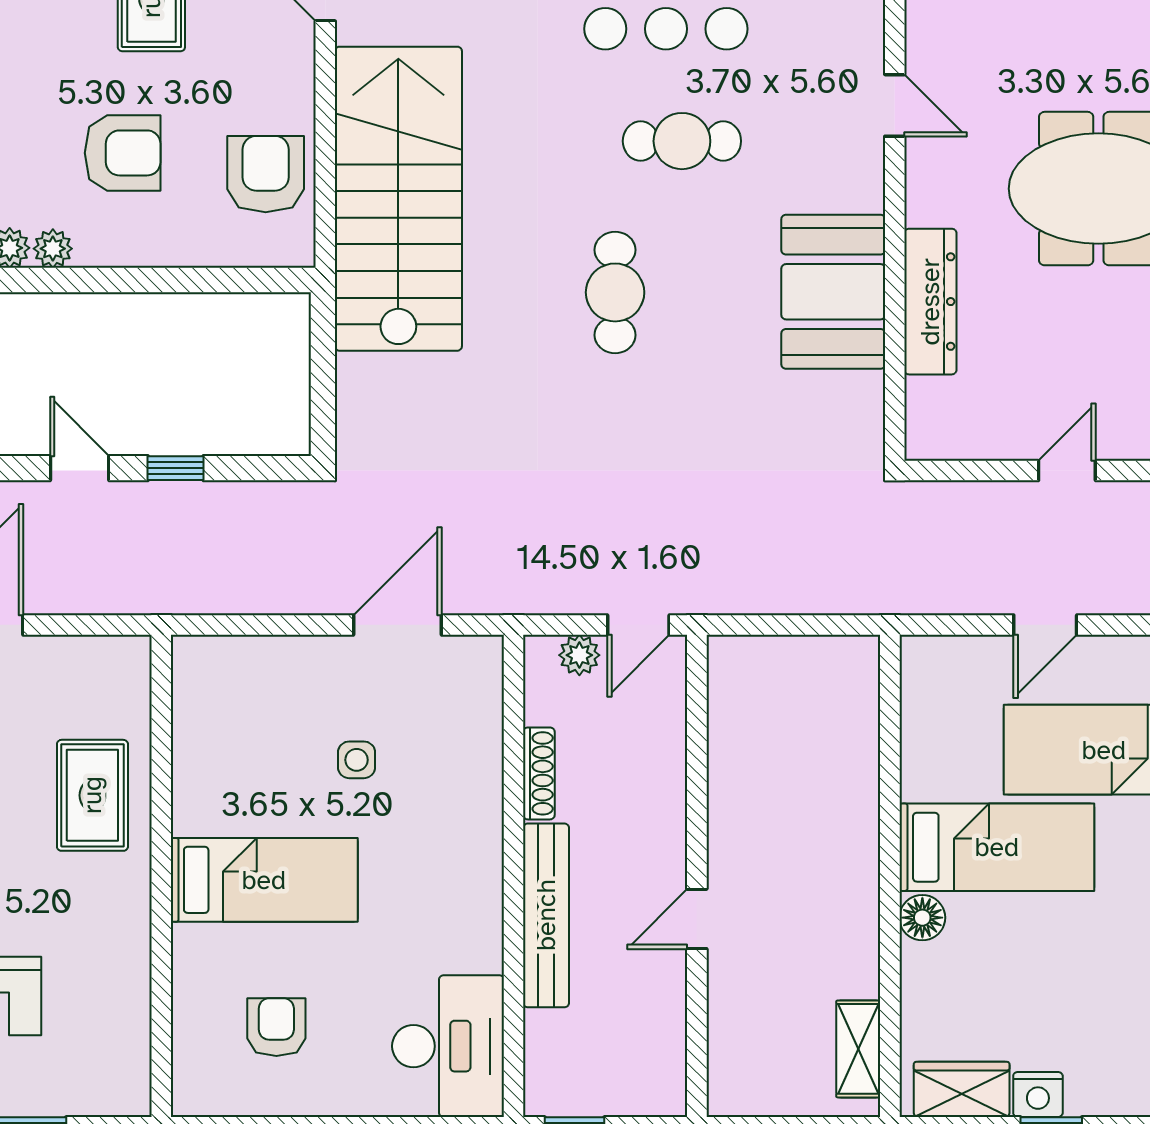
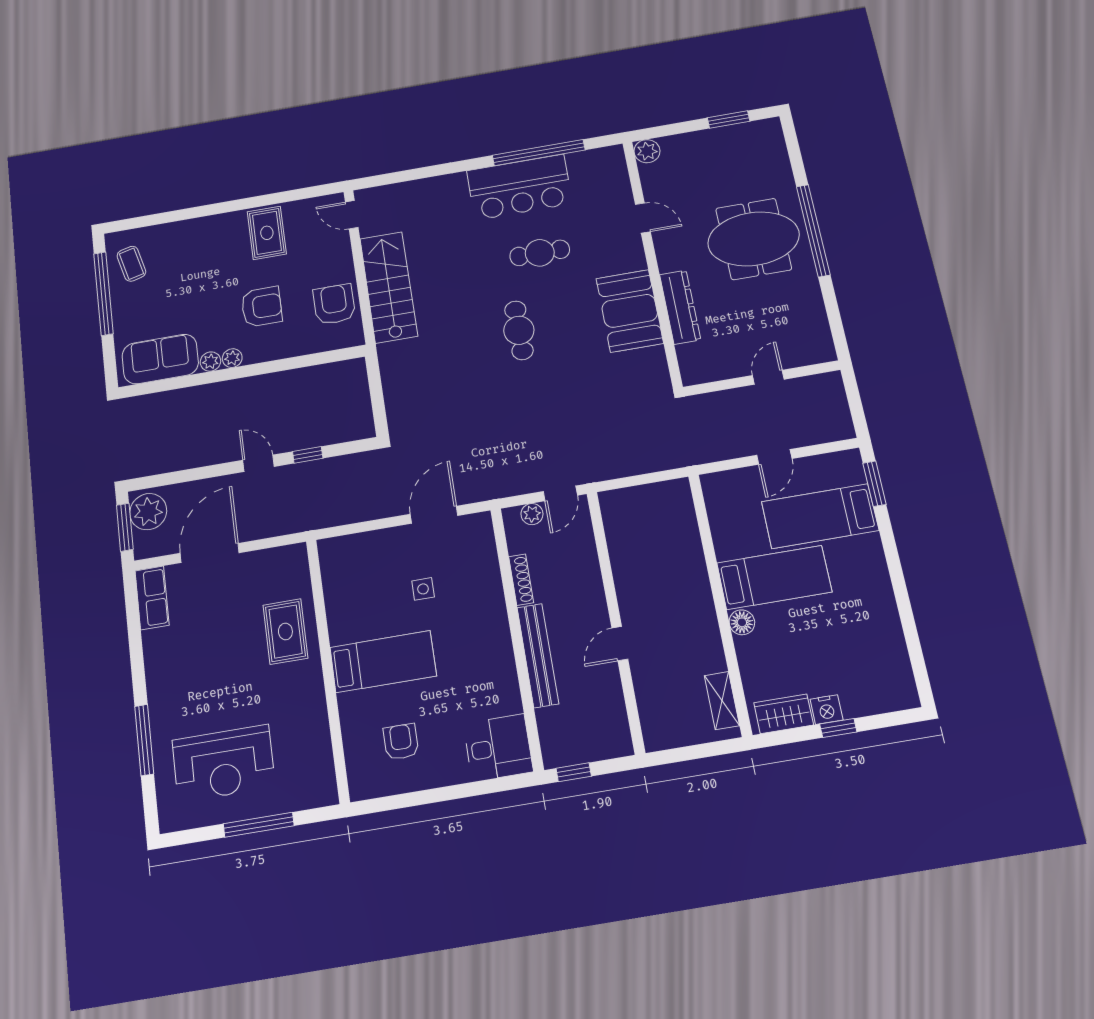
stairs: (398, 199) -> (389, 287), width x0.73, depth x0.66
desk: (448, 1046) -> (498, 748), width x0.73

